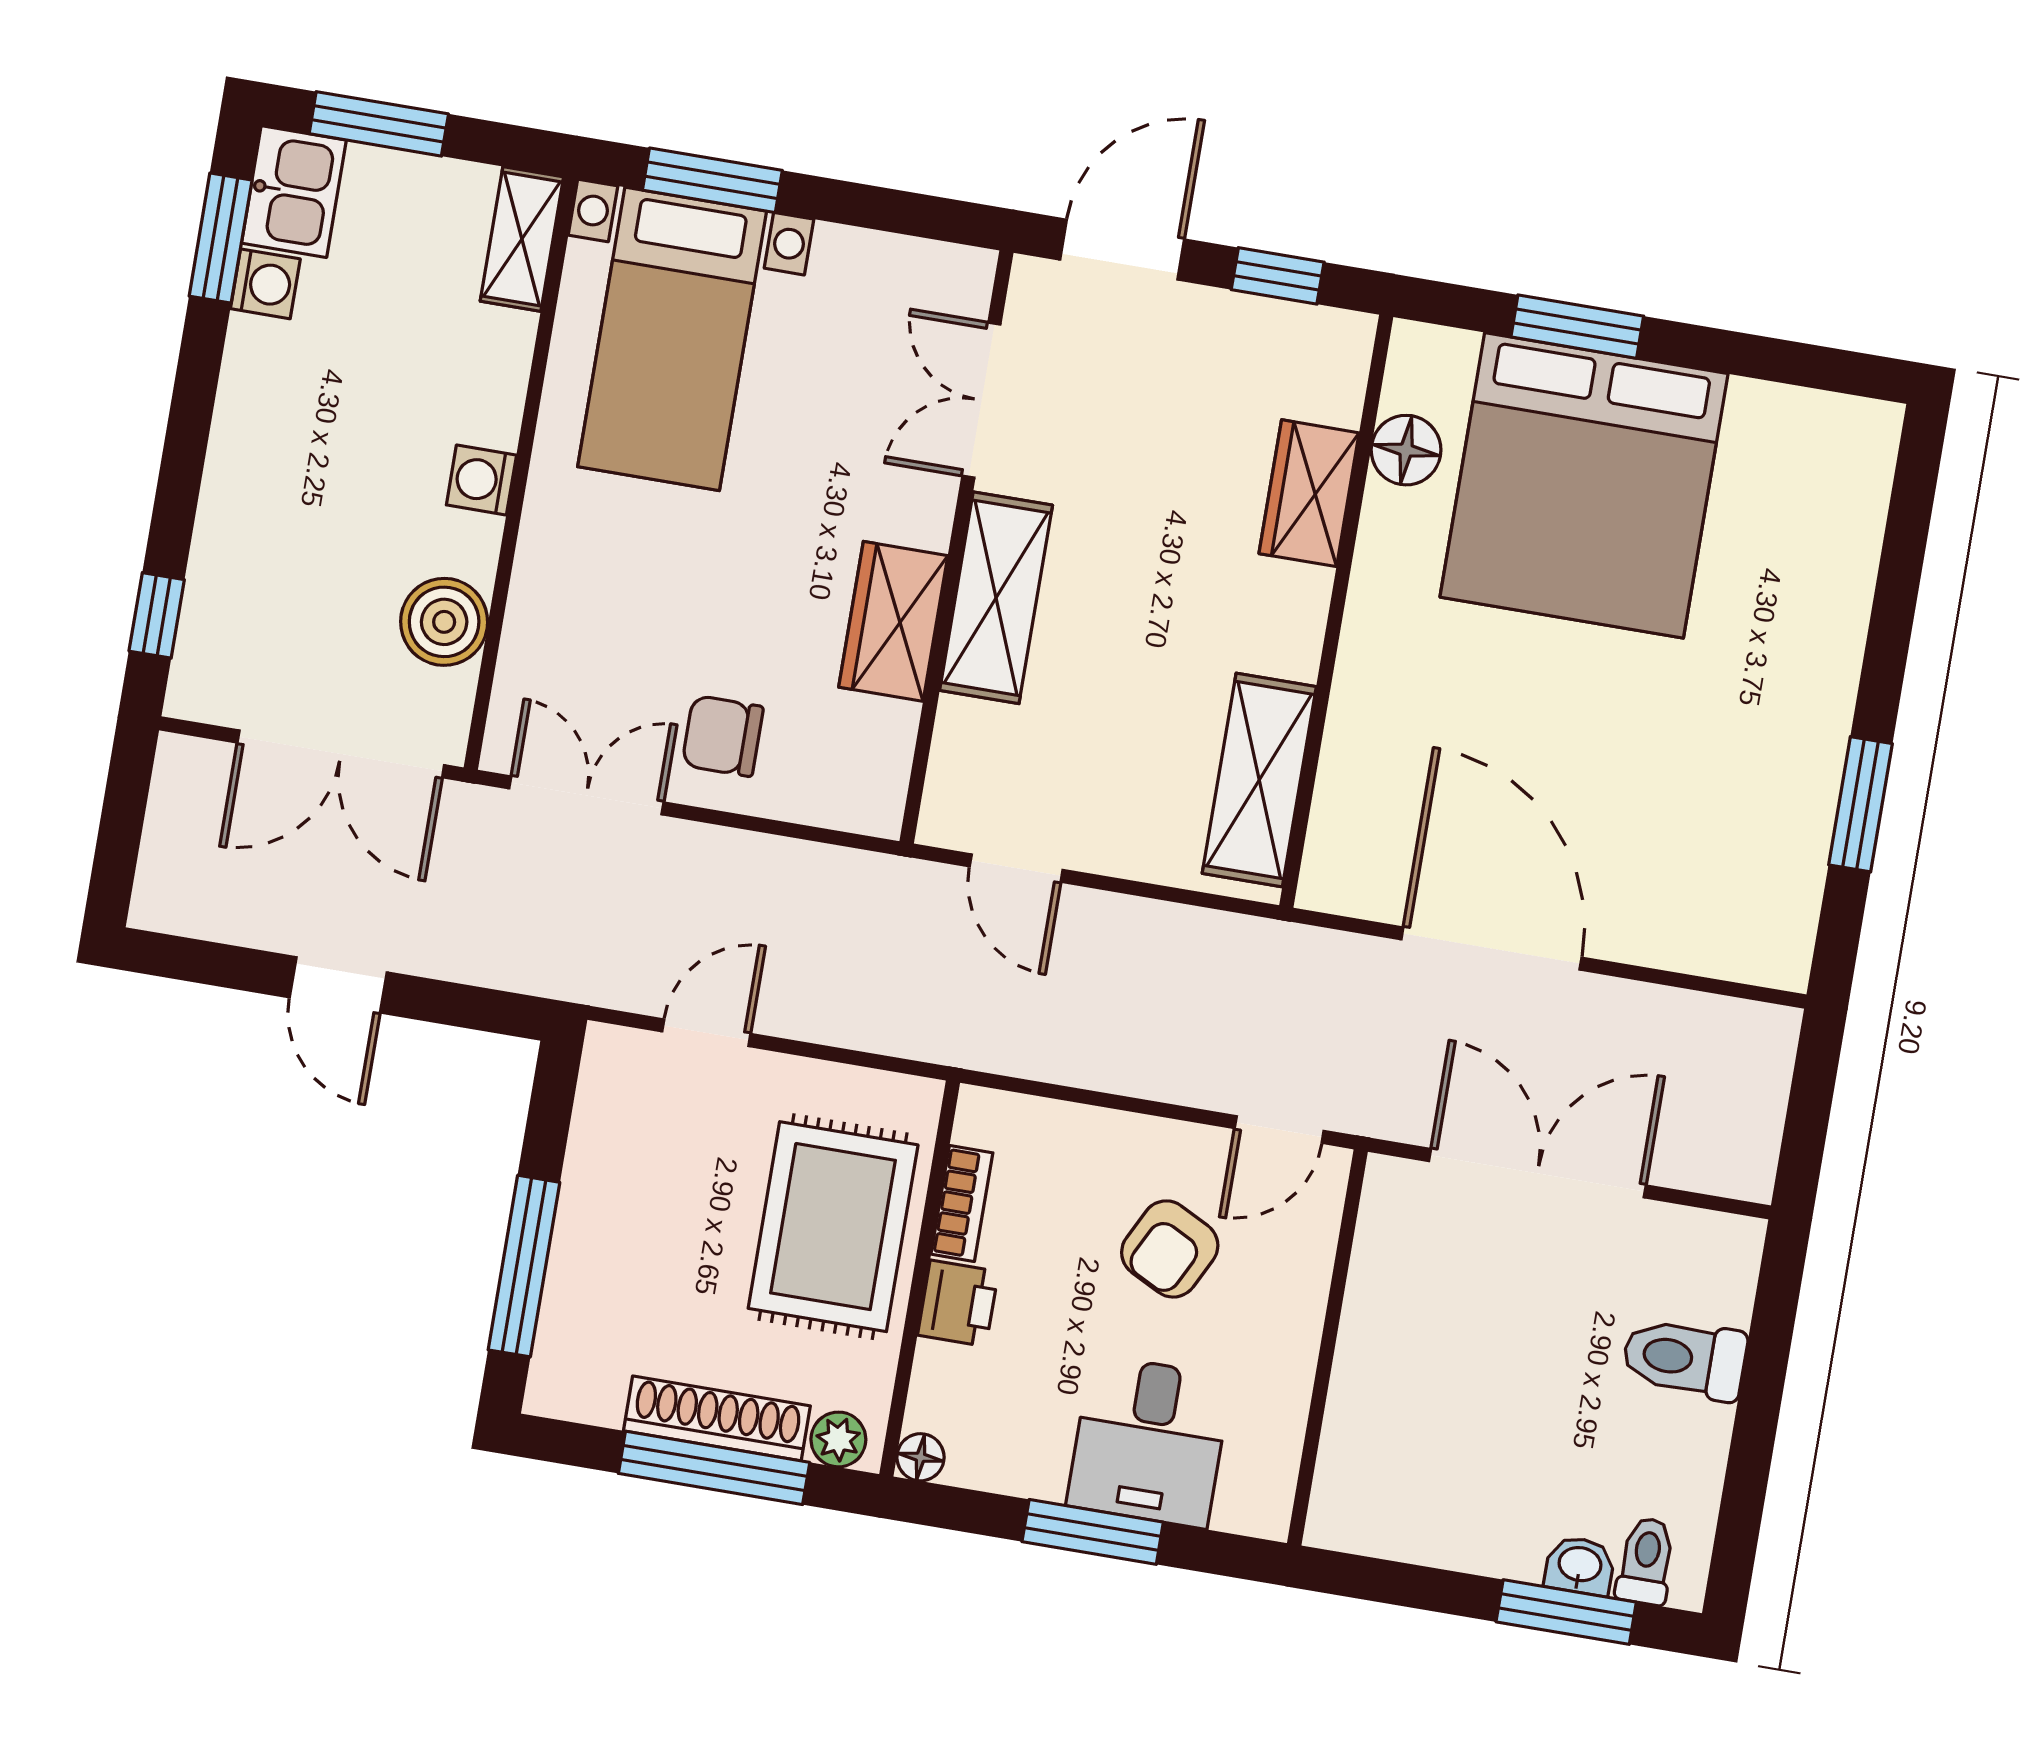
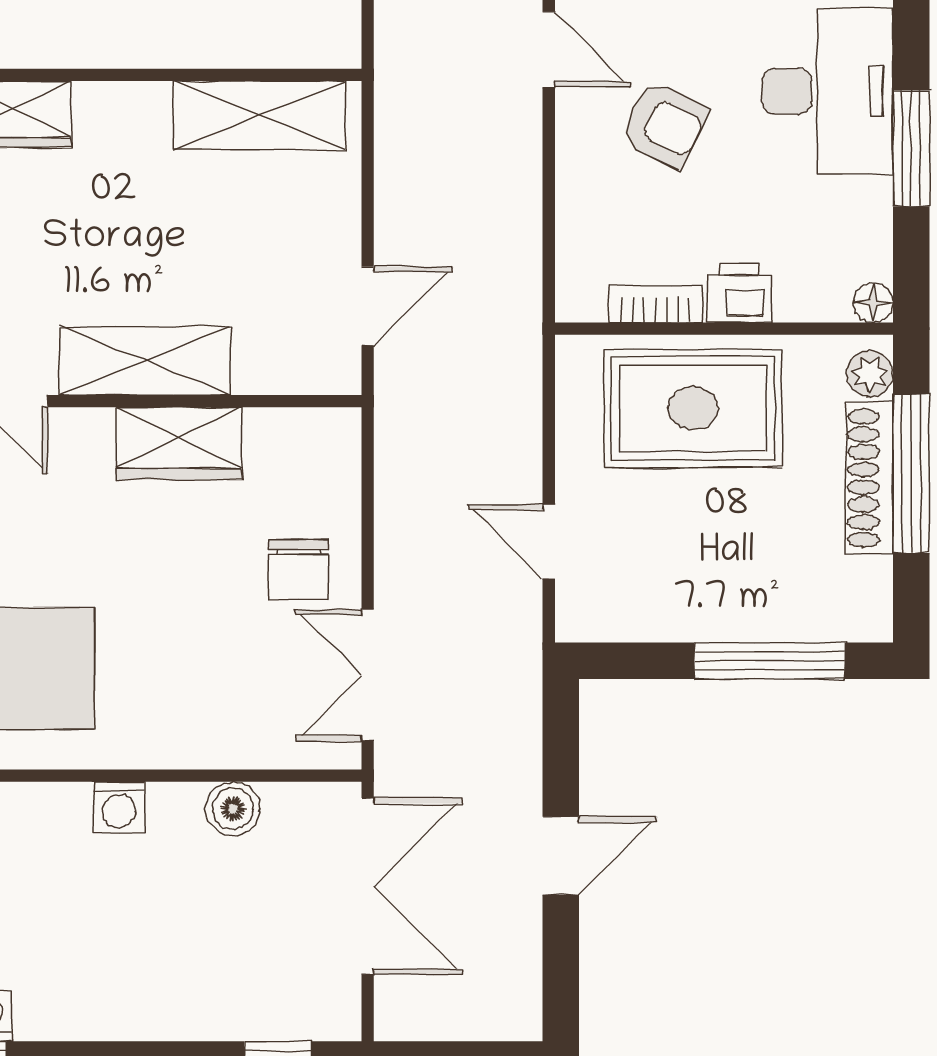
boiler: (444, 622) -> (233, 809), width x0.73, depth x0.73
desk: (1149, 1441) -> (828, 91), width x1.37

